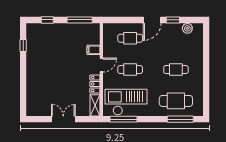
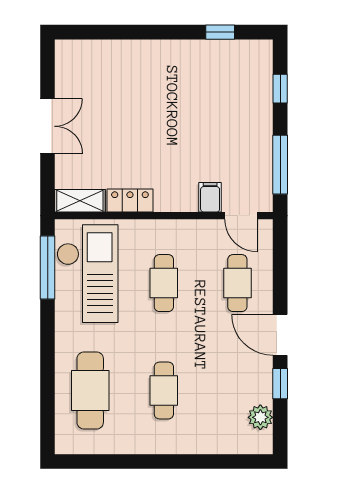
door: (101, 65) -> (241, 216), moved
window: (180, 119) -> (48, 401), removed

